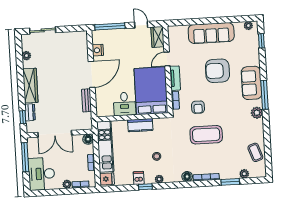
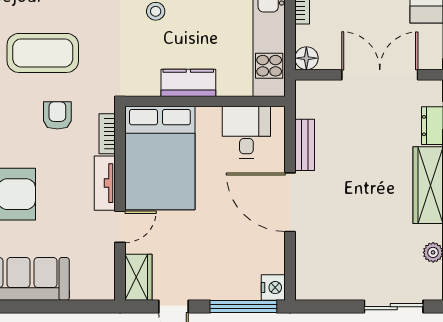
nightstand: (98, 50) -> (273, 288), moved
door: (92, 74) -> (290, 202), hinge flipped
desk: (124, 104) -> (246, 132), moved

